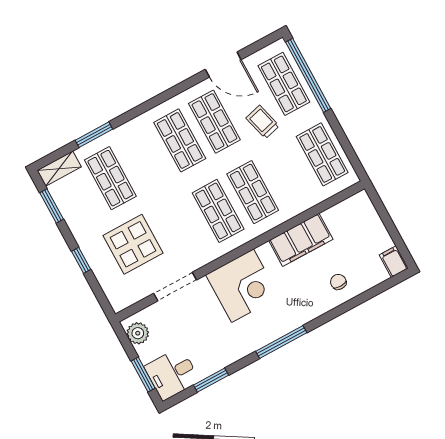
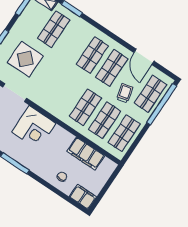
shop shelf: (218, 211) -> (105, 120), moved
filing cabinet: (301, 240) -> (86, 154), moved
filing cabinet: (394, 262) -> (83, 197), width x2.00

